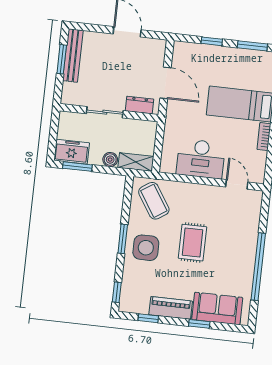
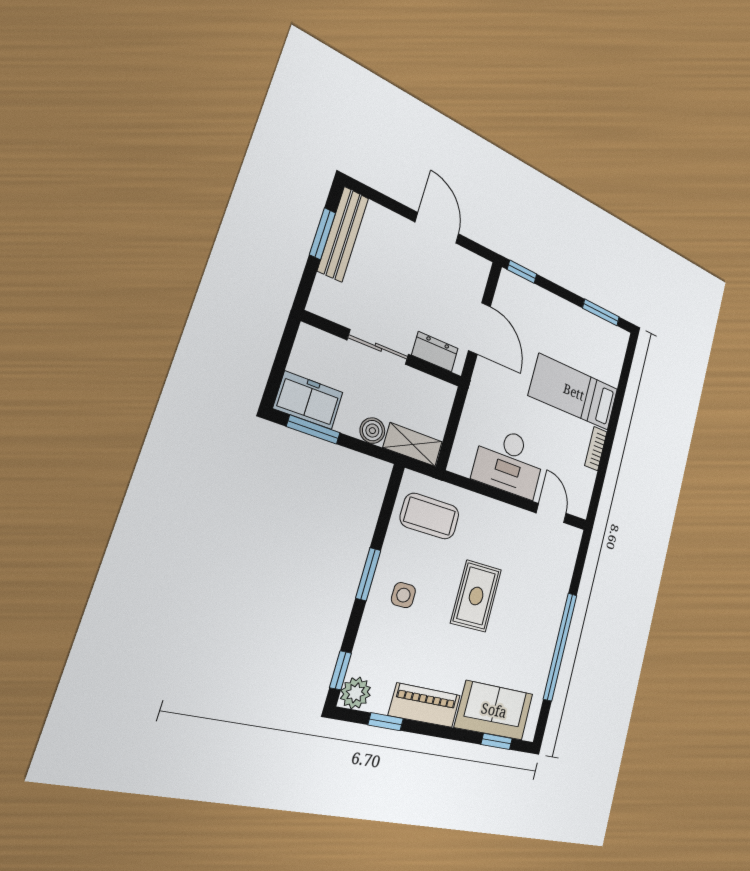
window: (212, 41) -> (522, 272), moved
coffee table: (154, 201) -> (430, 516), turned -57
side table: (146, 248) -> (403, 595), width x0.54, depth x0.54
plant: (128, 304) -> (356, 693), added
window: (199, 324) -> (497, 741), moved

